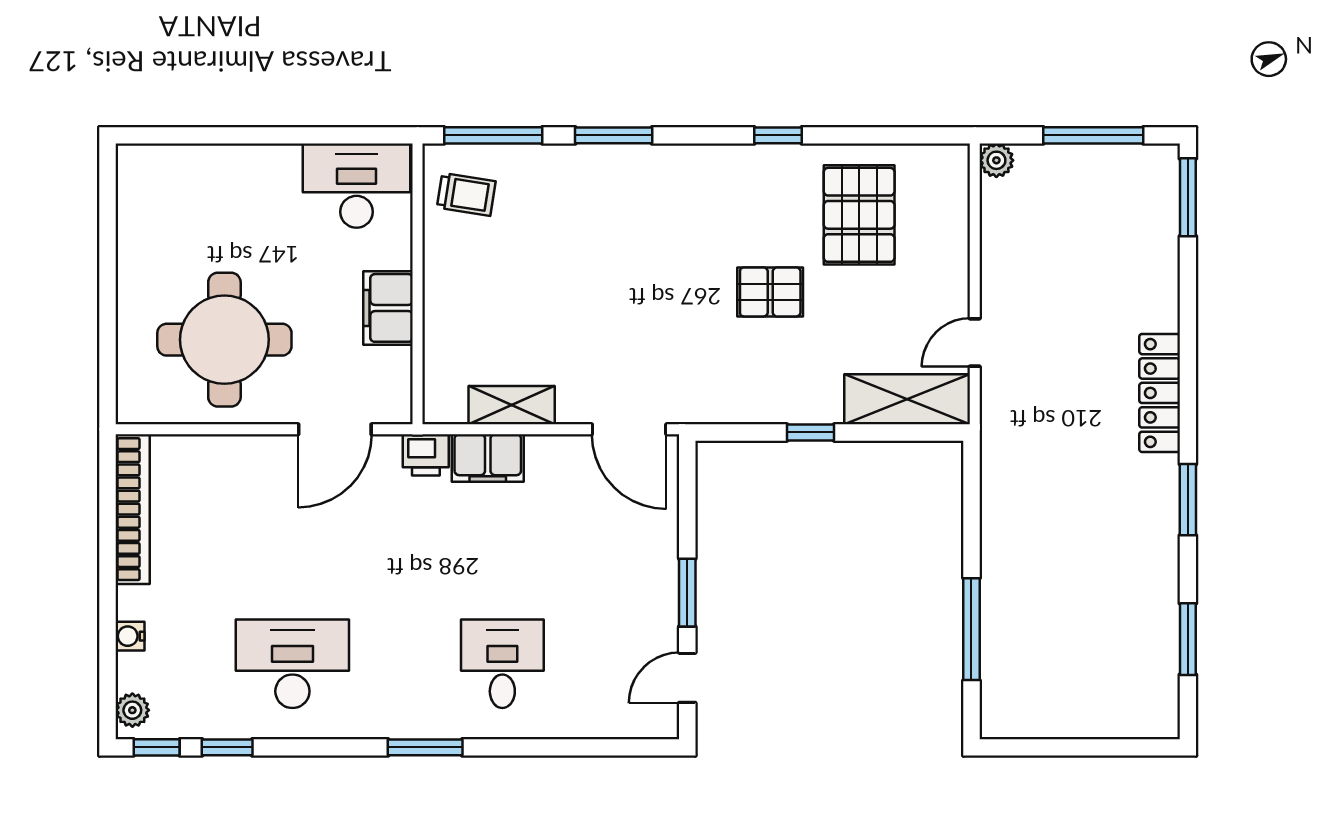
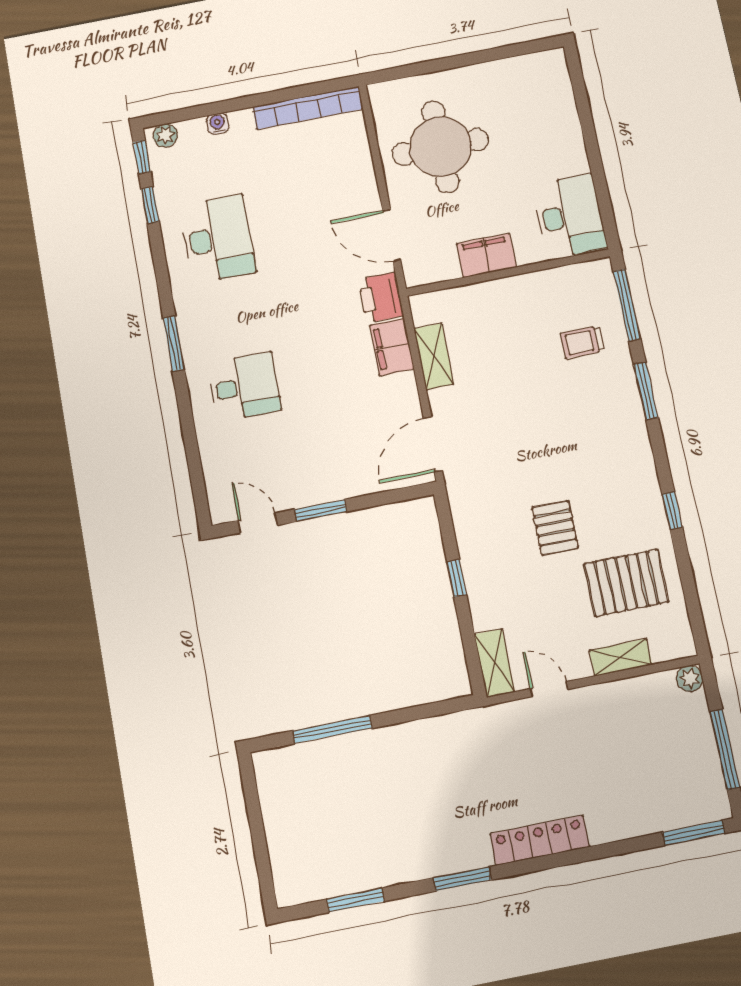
trolley: (466, 194) -> (582, 342), moved, turned 81
shelving: (953, 243) -> (621, 657), added
shelving: (907, 399) -> (494, 663), width x0.67, depth x0.75
printer: (426, 455) -> (381, 297), width x1.36, depth x1.24

